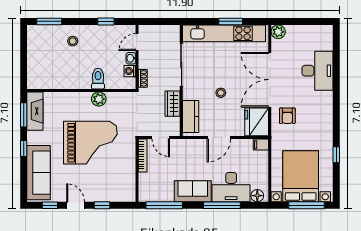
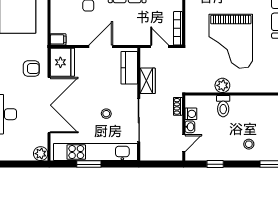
stool: (221, 93) -> (106, 114), moved
armchair: (287, 116) -> (31, 69), turned 90
grand piano: (90, 143) -> (231, 41), turned -90

